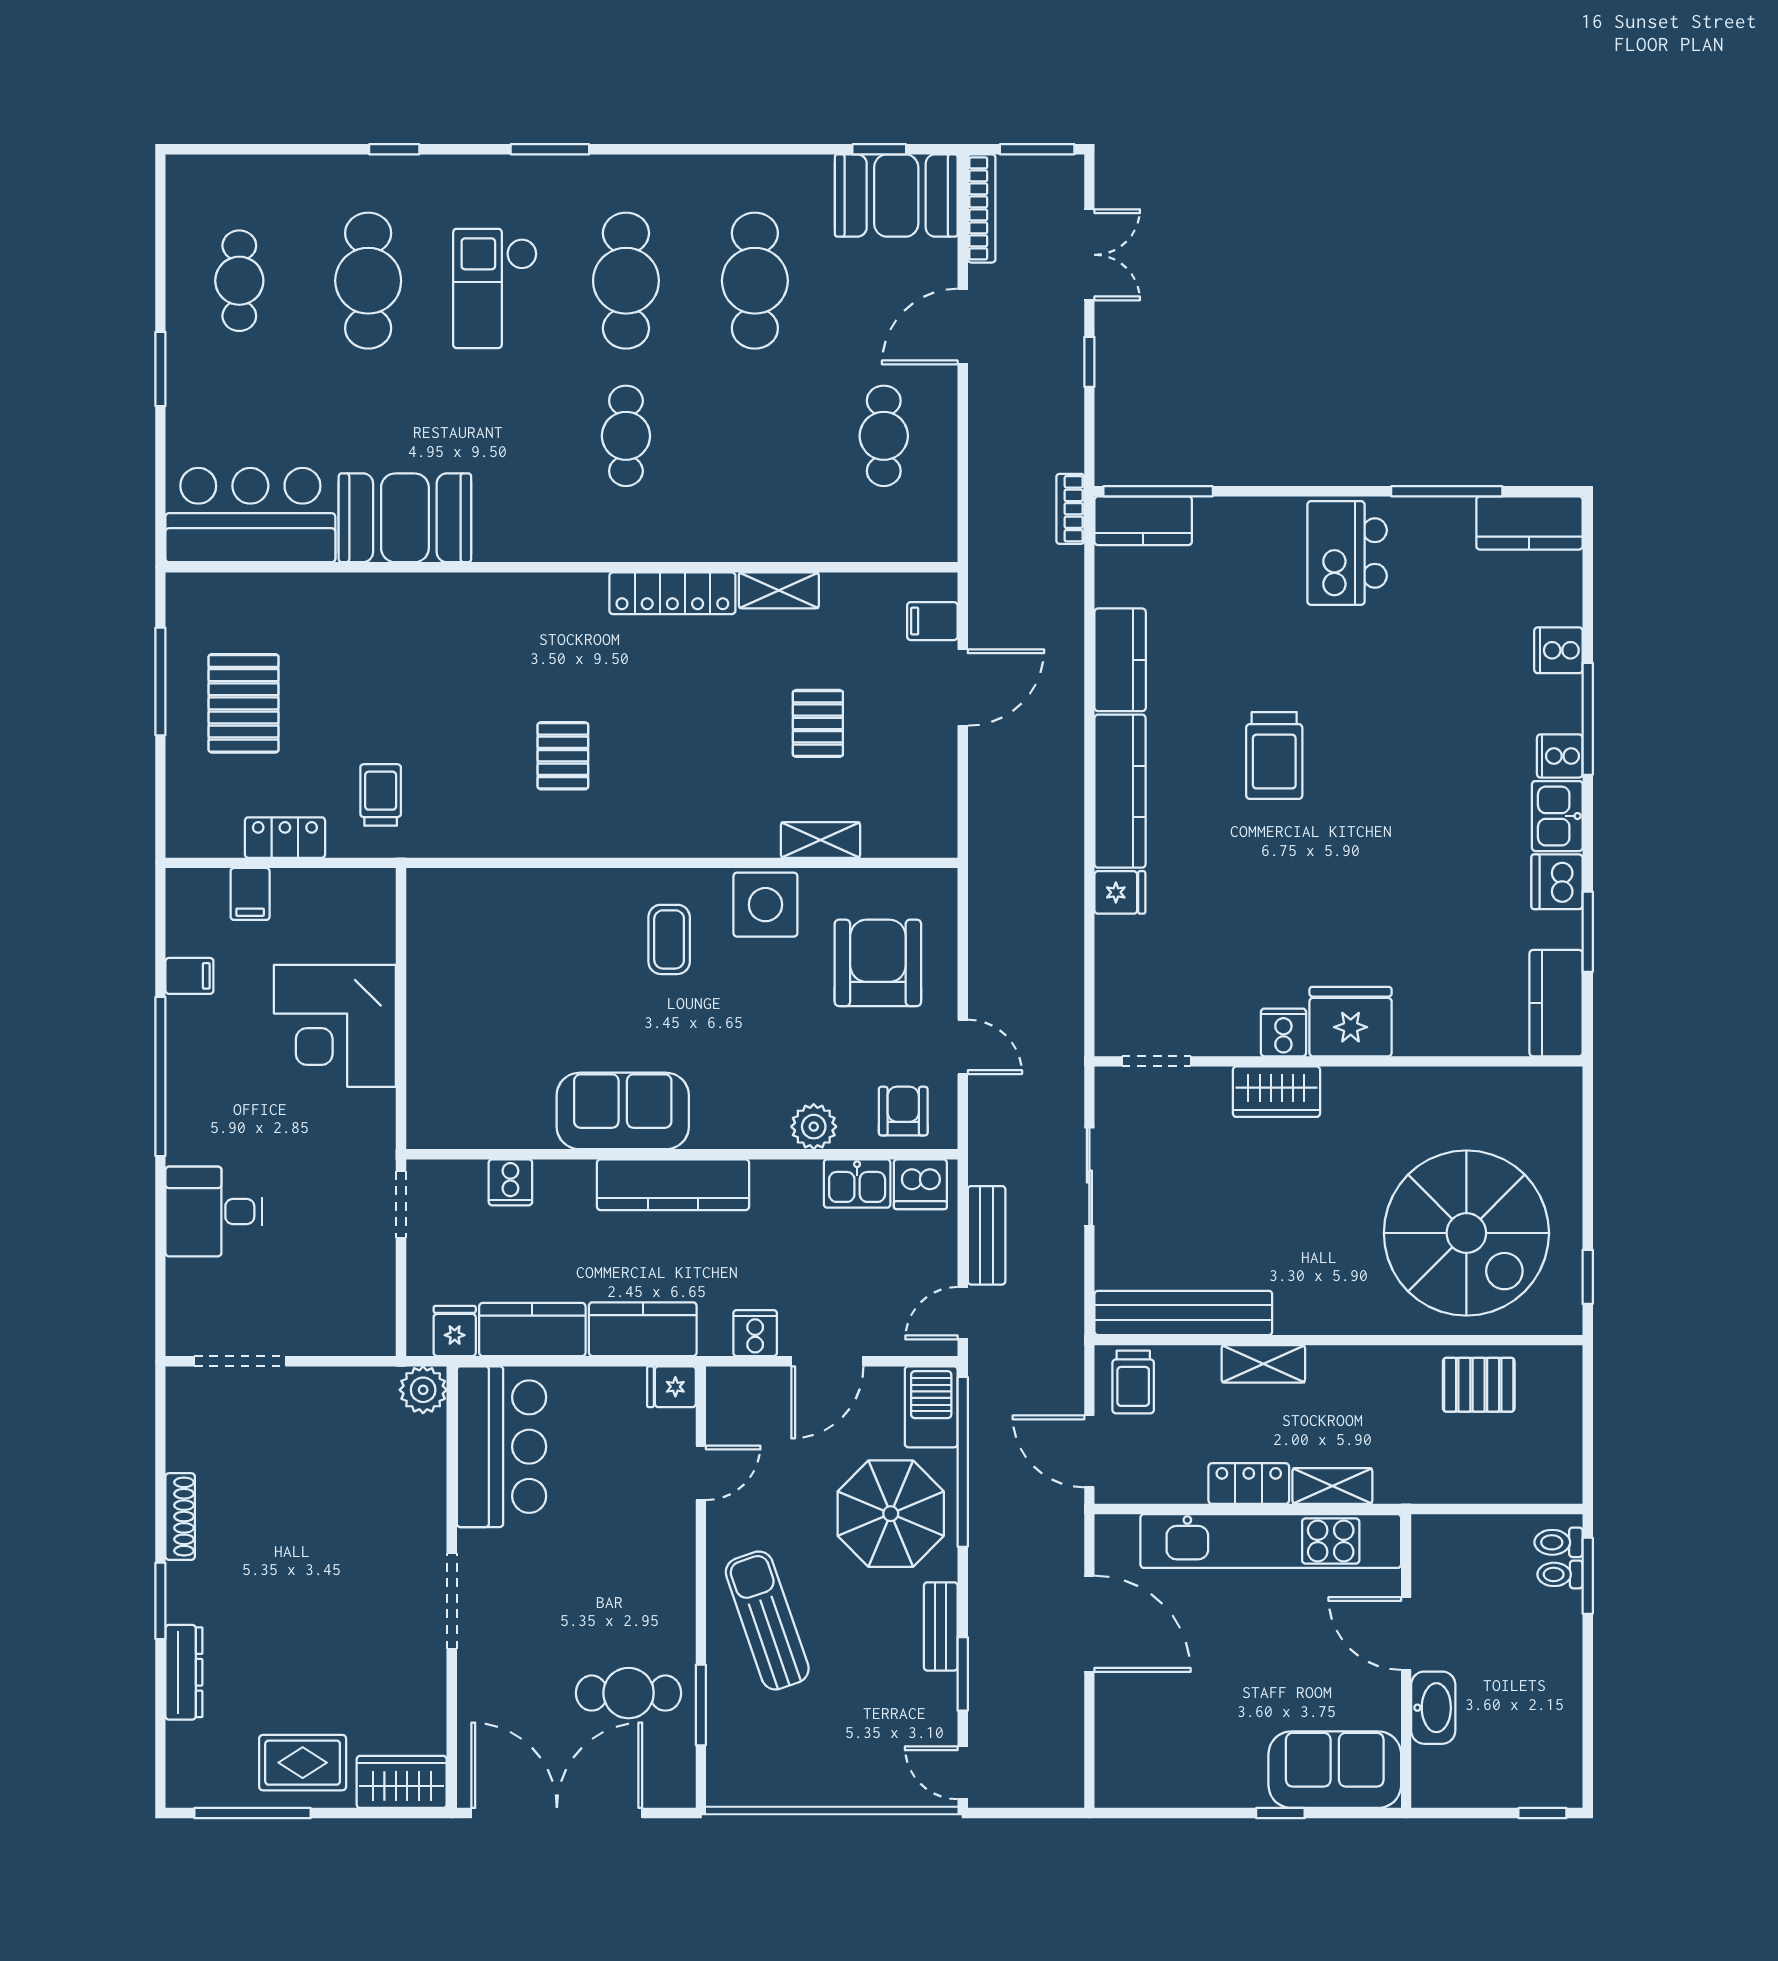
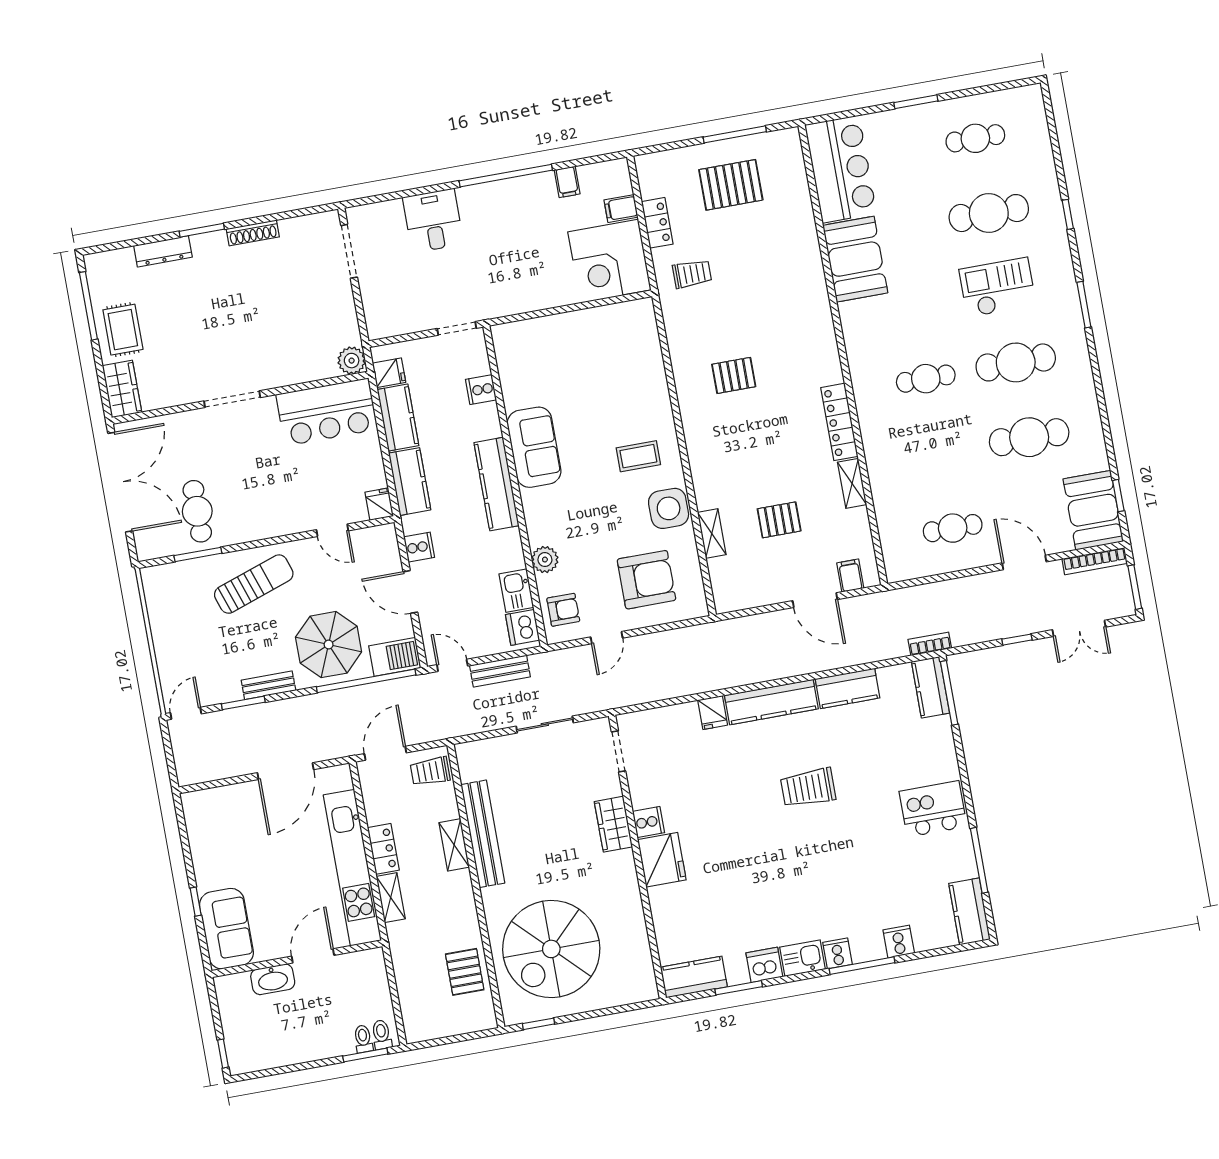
corner desk: (335, 1026) -> (609, 261), moved, turned -90
bench: (1183, 1313) -> (483, 834), moved

